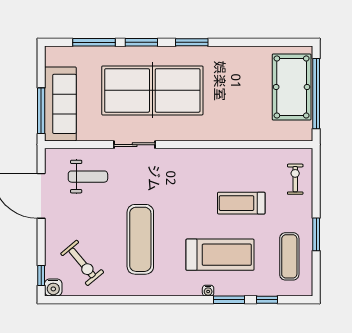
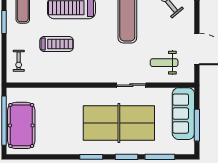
window: (41, 111) -> (197, 125), moved

